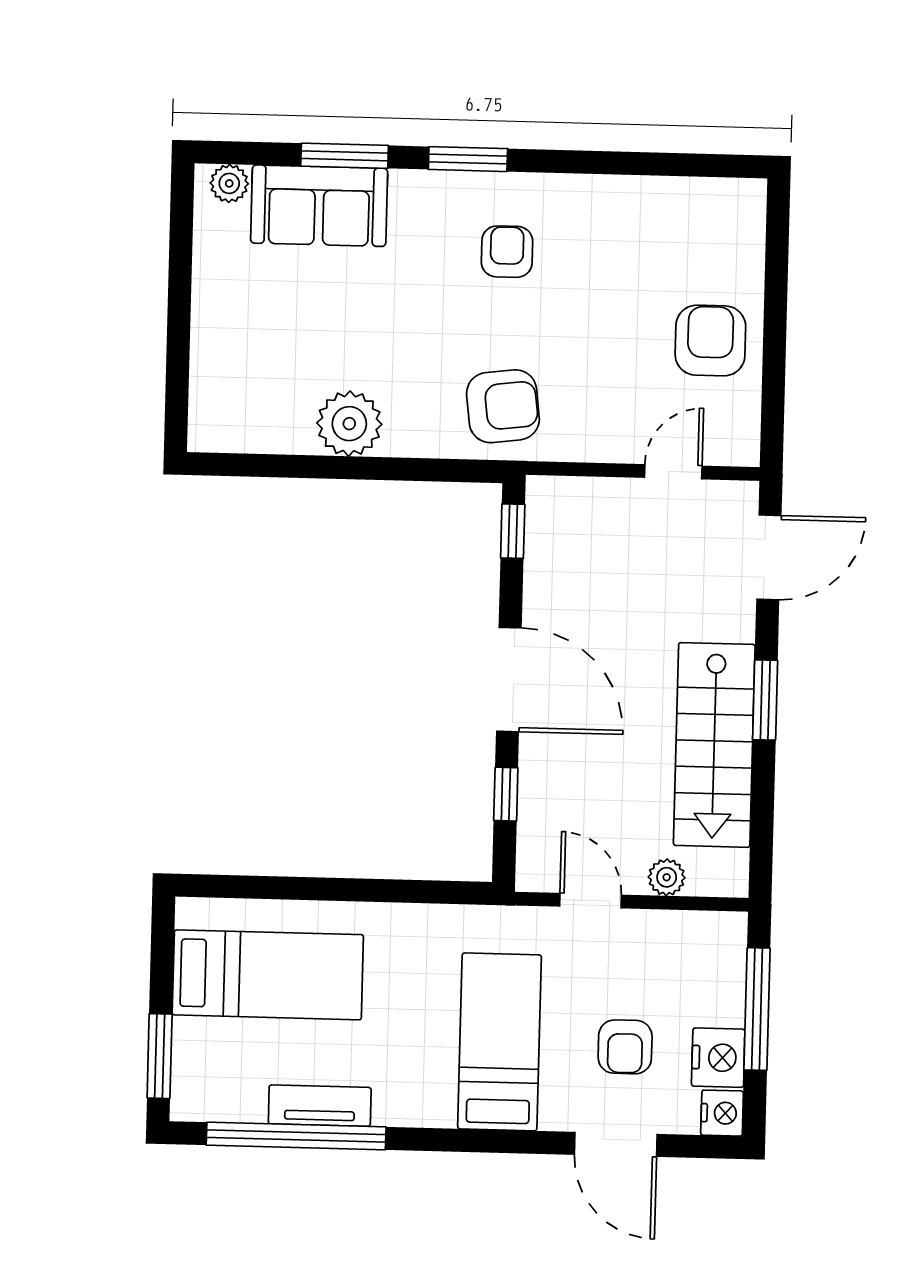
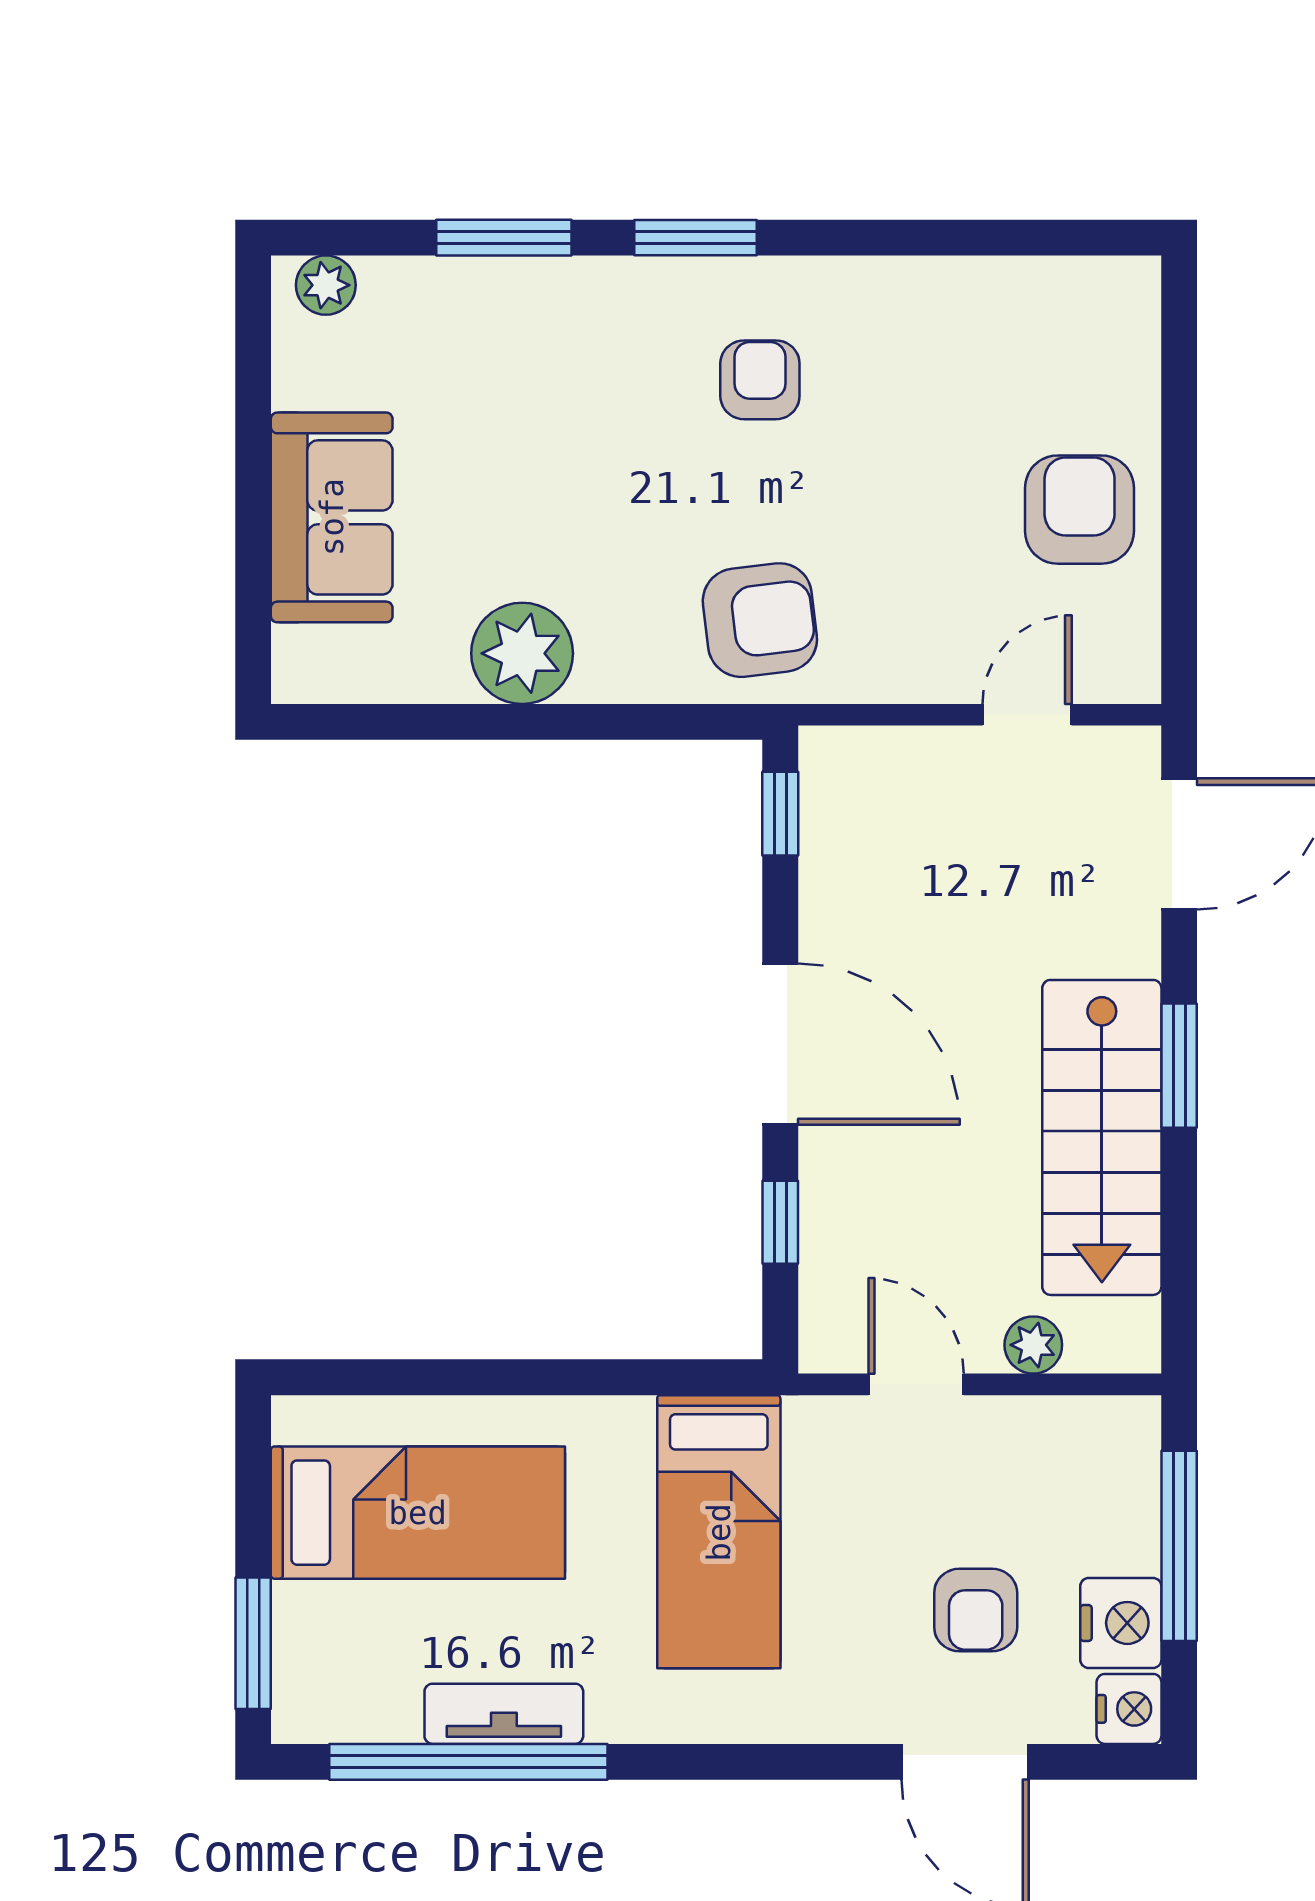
sofa: (319, 206) -> (332, 517), moved, turned -90
bed: (500, 1042) -> (719, 1532), moved, turned 180

